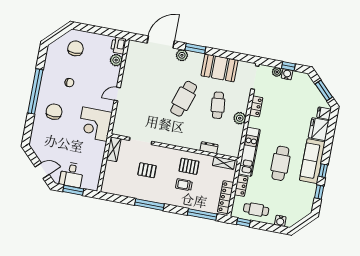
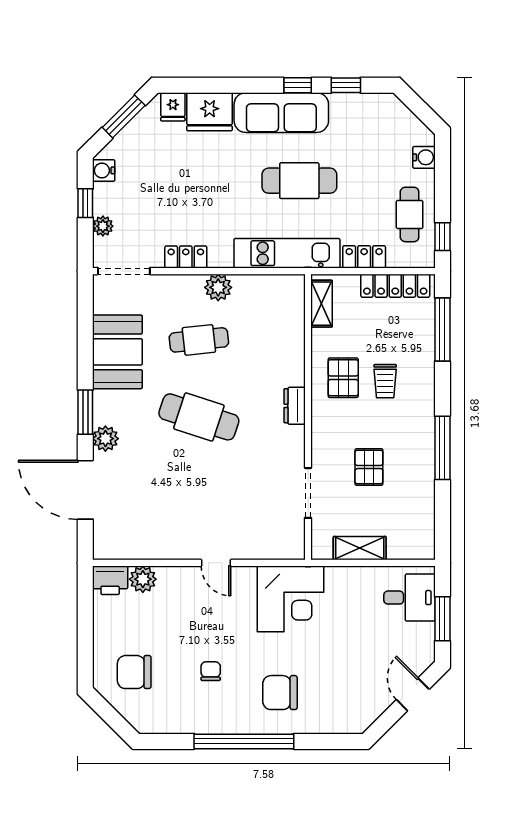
water cooler: (287, 74) -> (104, 170), moved
dresser: (209, 148) -> (295, 406), moved
shelving: (114, 149) -> (360, 548), moved
desk: (72, 175) -> (410, 598), moved

